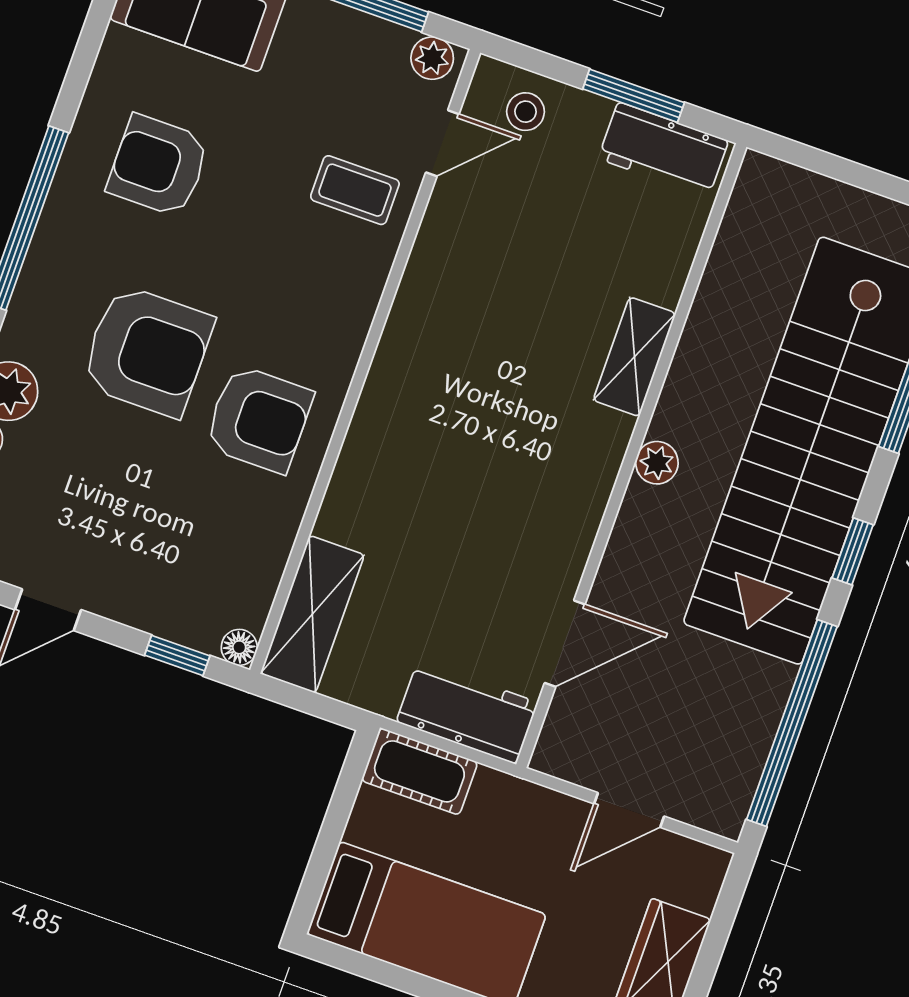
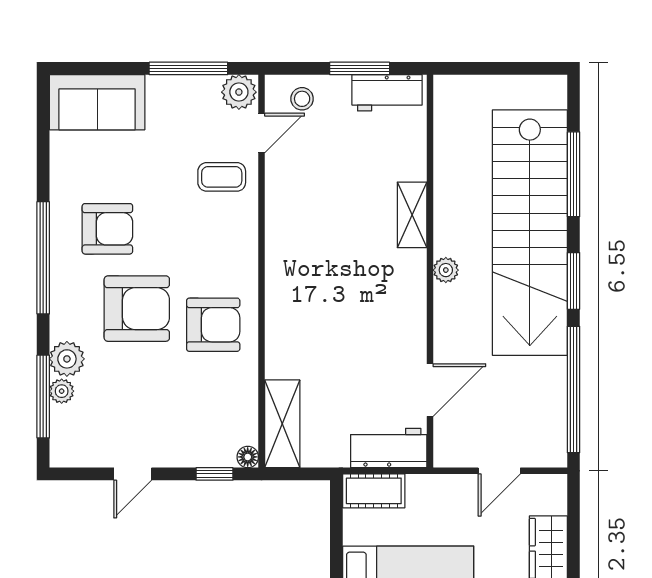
plant: (432, 58) -> (239, 92), width x1.38, depth x1.38
armchair: (158, 166) -> (107, 229), moved, turned 180
window: (853, 551) -> (574, 281), width x1.50

